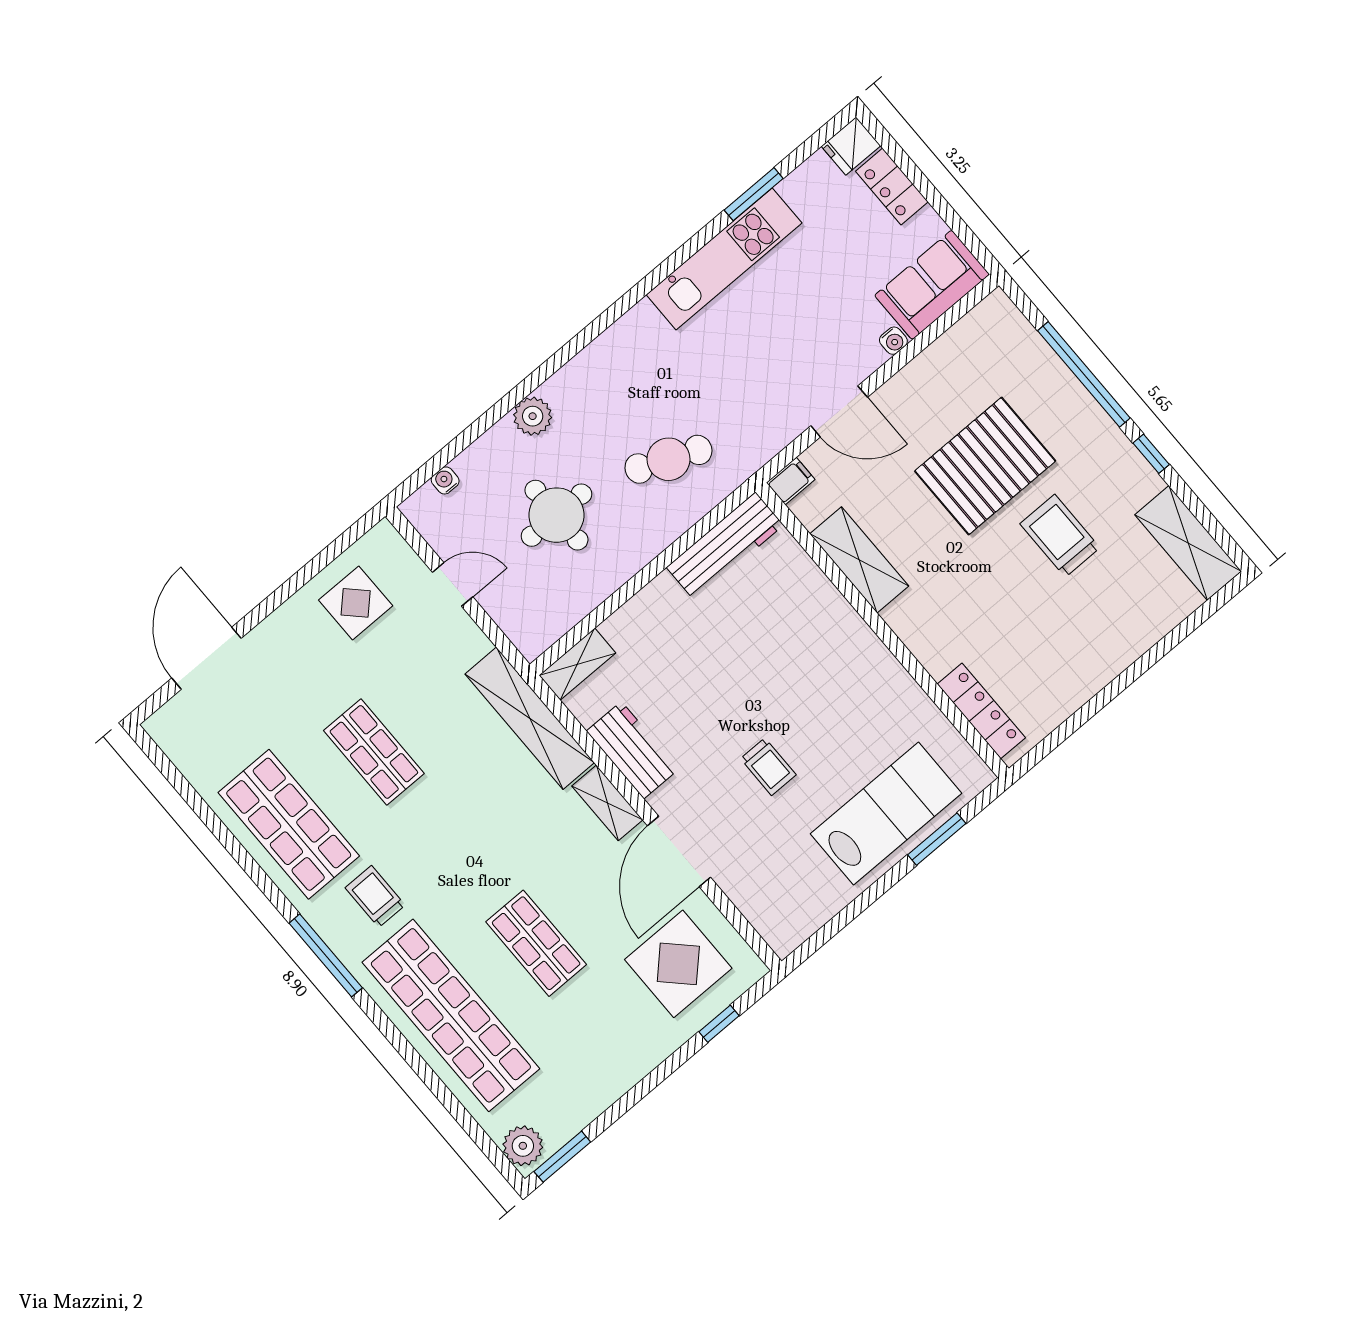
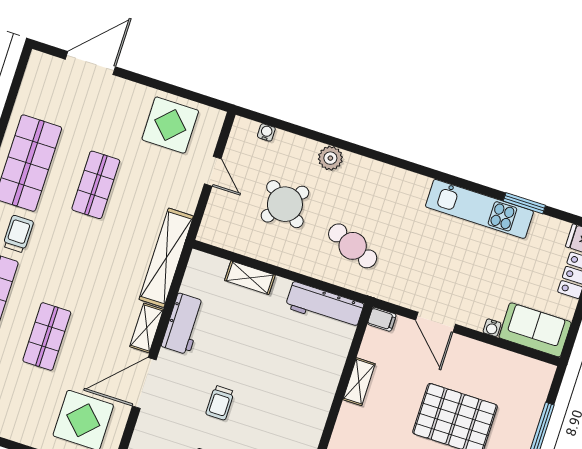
round table: (556, 515) -> (285, 204), turned 38
shelving: (859, 560) -> (359, 382), width x0.67, depth x0.75
display table: (356, 603) -> (170, 125), width x1.36, depth x1.36
shelving: (577, 664) -> (250, 278), moved

